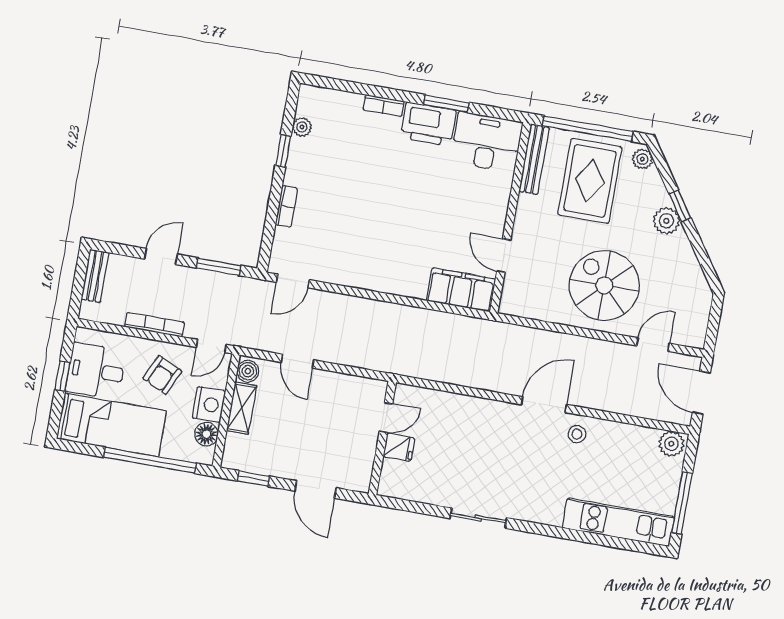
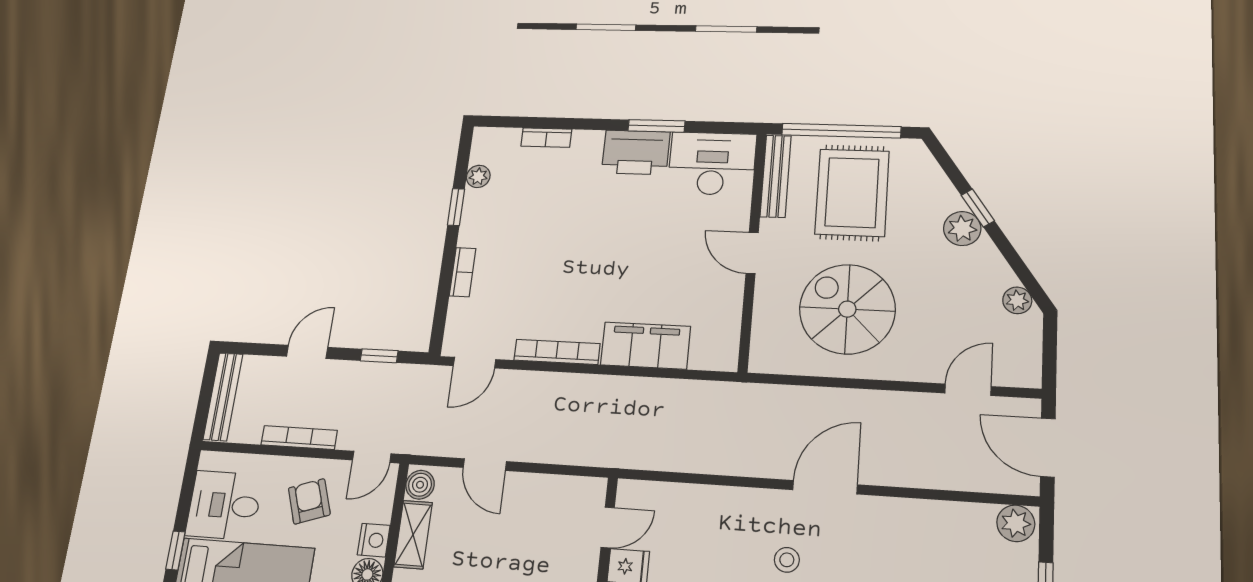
bookcase: (384, 106) -> (546, 138), moved
plant: (642, 159) -> (1017, 300), moved
door: (504, 256) -> (752, 253), moved
window: (218, 267) -> (379, 356), width x0.67
bench: (95, 276) -> (223, 397), width x1.36
bookcase: (357, 280) -> (557, 352), added
spiral stairs: (604, 285) -> (847, 309), moved
filing cabinet: (461, 290) -> (645, 346), moved
armchair: (162, 375) -> (309, 501), turned 136
window: (62, 376) -> (175, 550), moved
nightstand: (209, 404) -> (374, 540), width x0.74, depth x0.75
stool: (577, 434) -> (787, 560), moved

